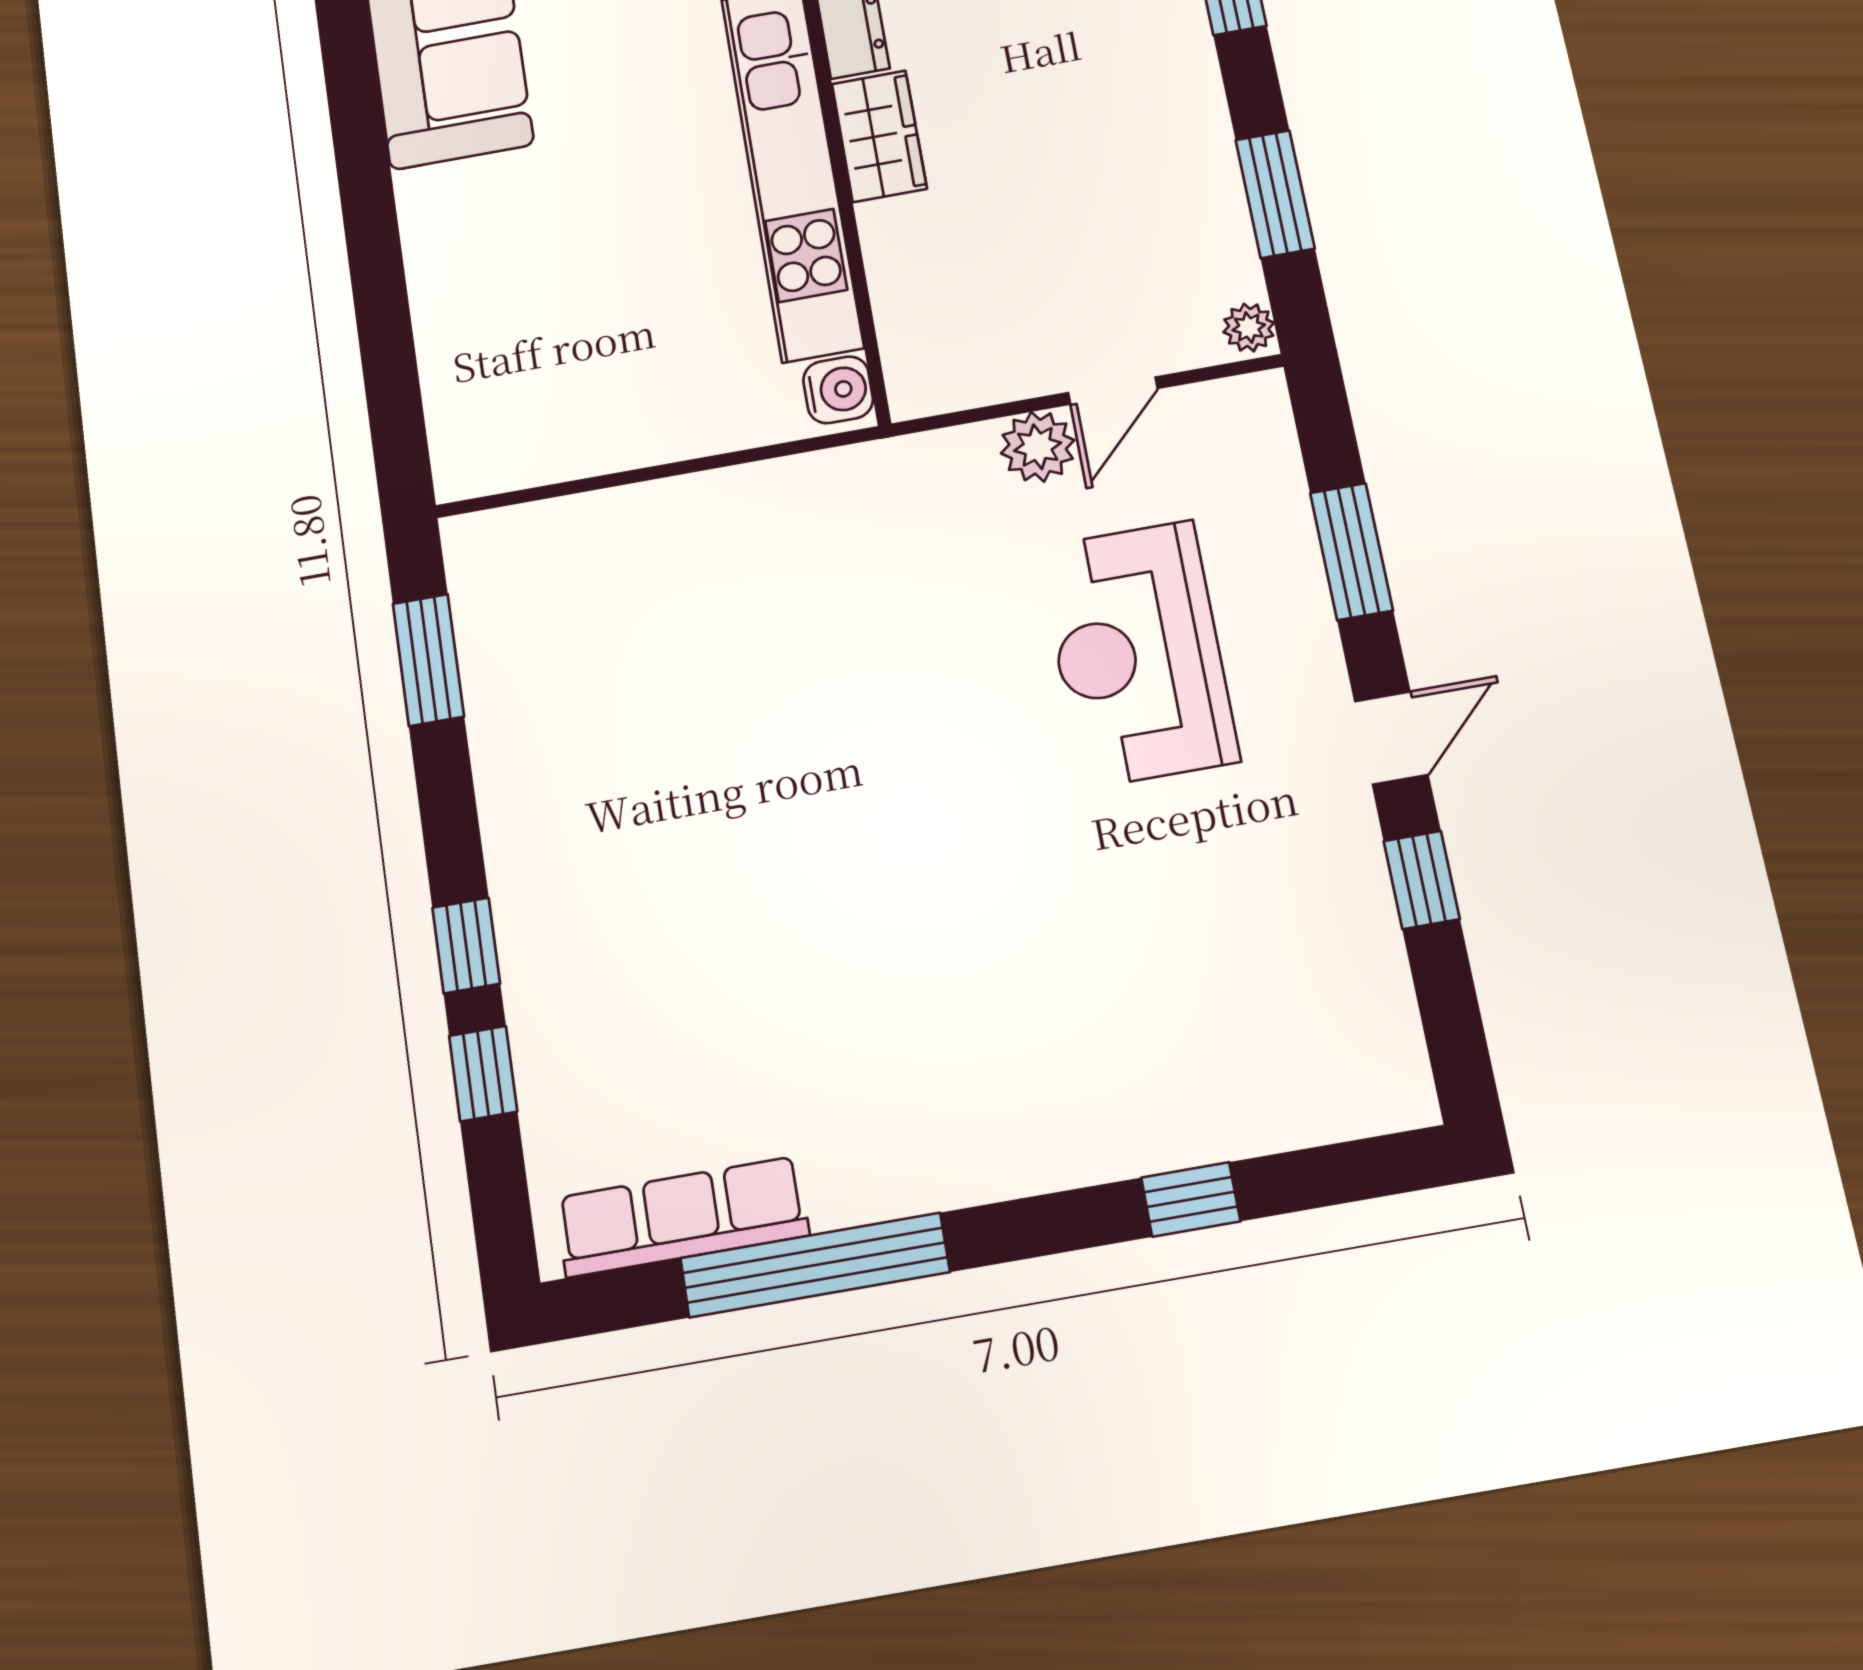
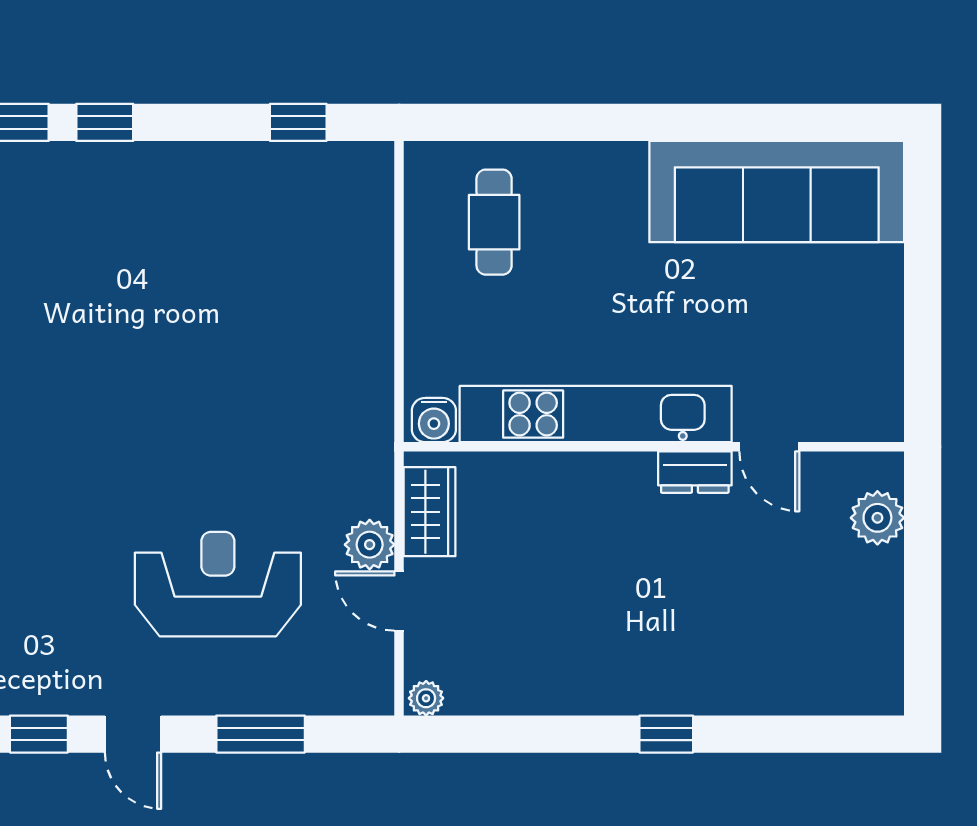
wardrobe: (879, 136) -> (430, 512), moved, turned -90
window: (1275, 194) -> (517, 734), removed
cafe table: (536, 359) -> (494, 222), added
window: (428, 660) -> (298, 122), width x0.67

